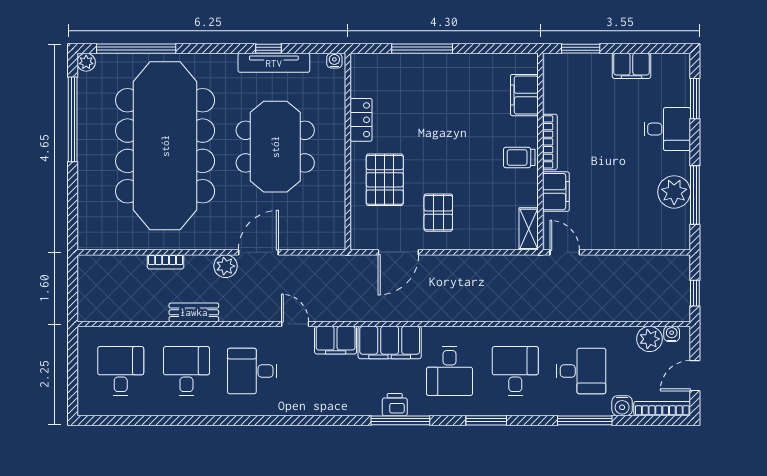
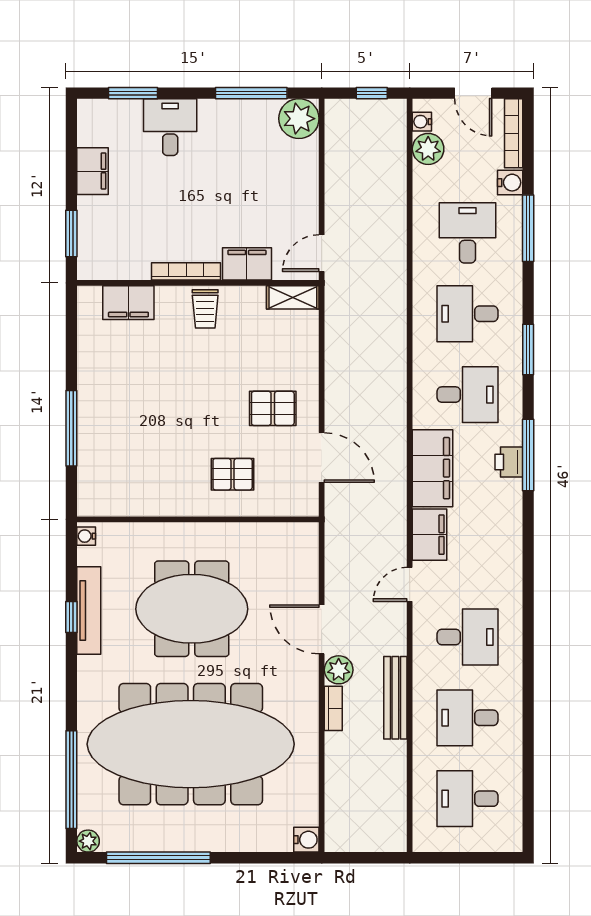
locker: (361, 120) -> (159, 503), removed
pallet: (385, 180) -> (233, 474), width x0.67, depth x0.71
plant: (674, 192) -> (299, 119), moved
water cooler: (87, 240) -> (306, 840), added
bookcase: (166, 262) -> (333, 708), moved
bench: (194, 312) -> (395, 698), width x1.36
desk: (252, 371) -> (468, 637), turned -90

